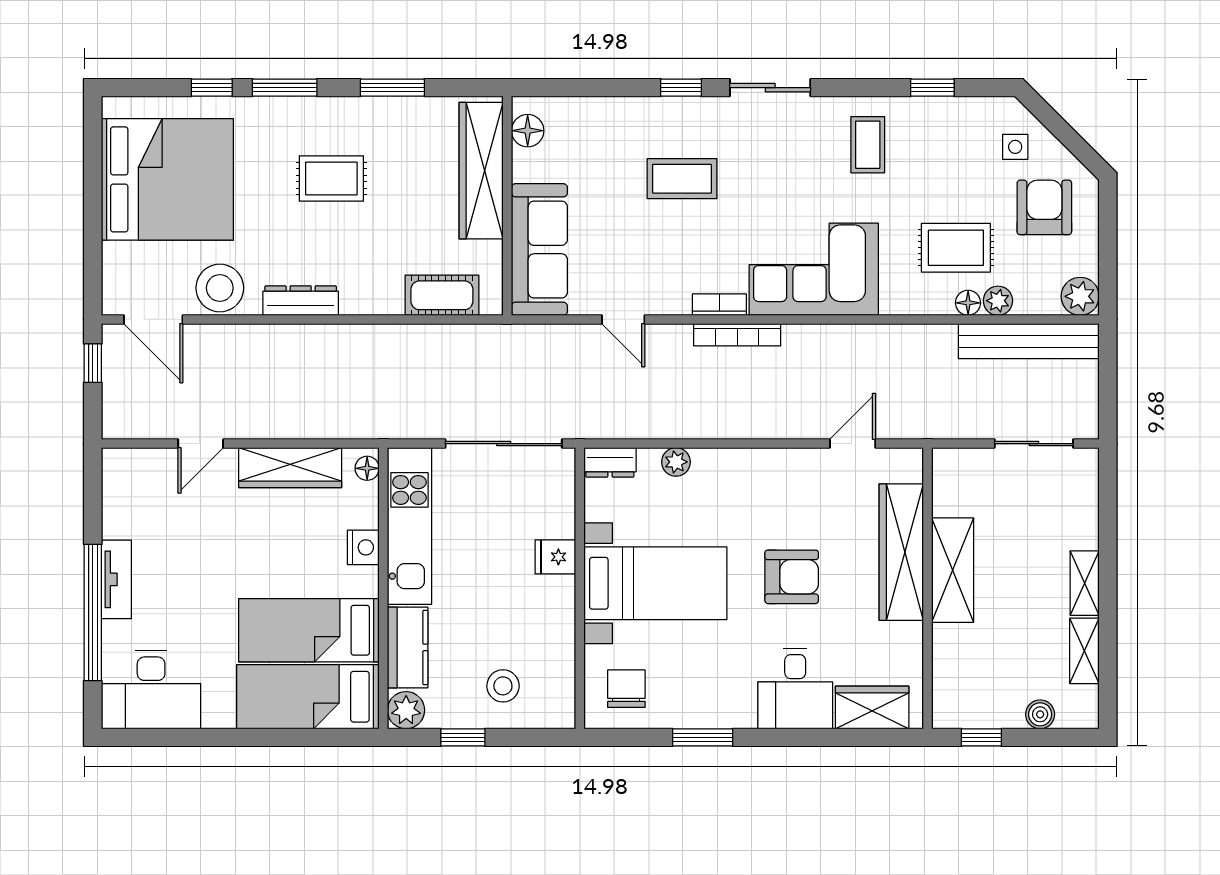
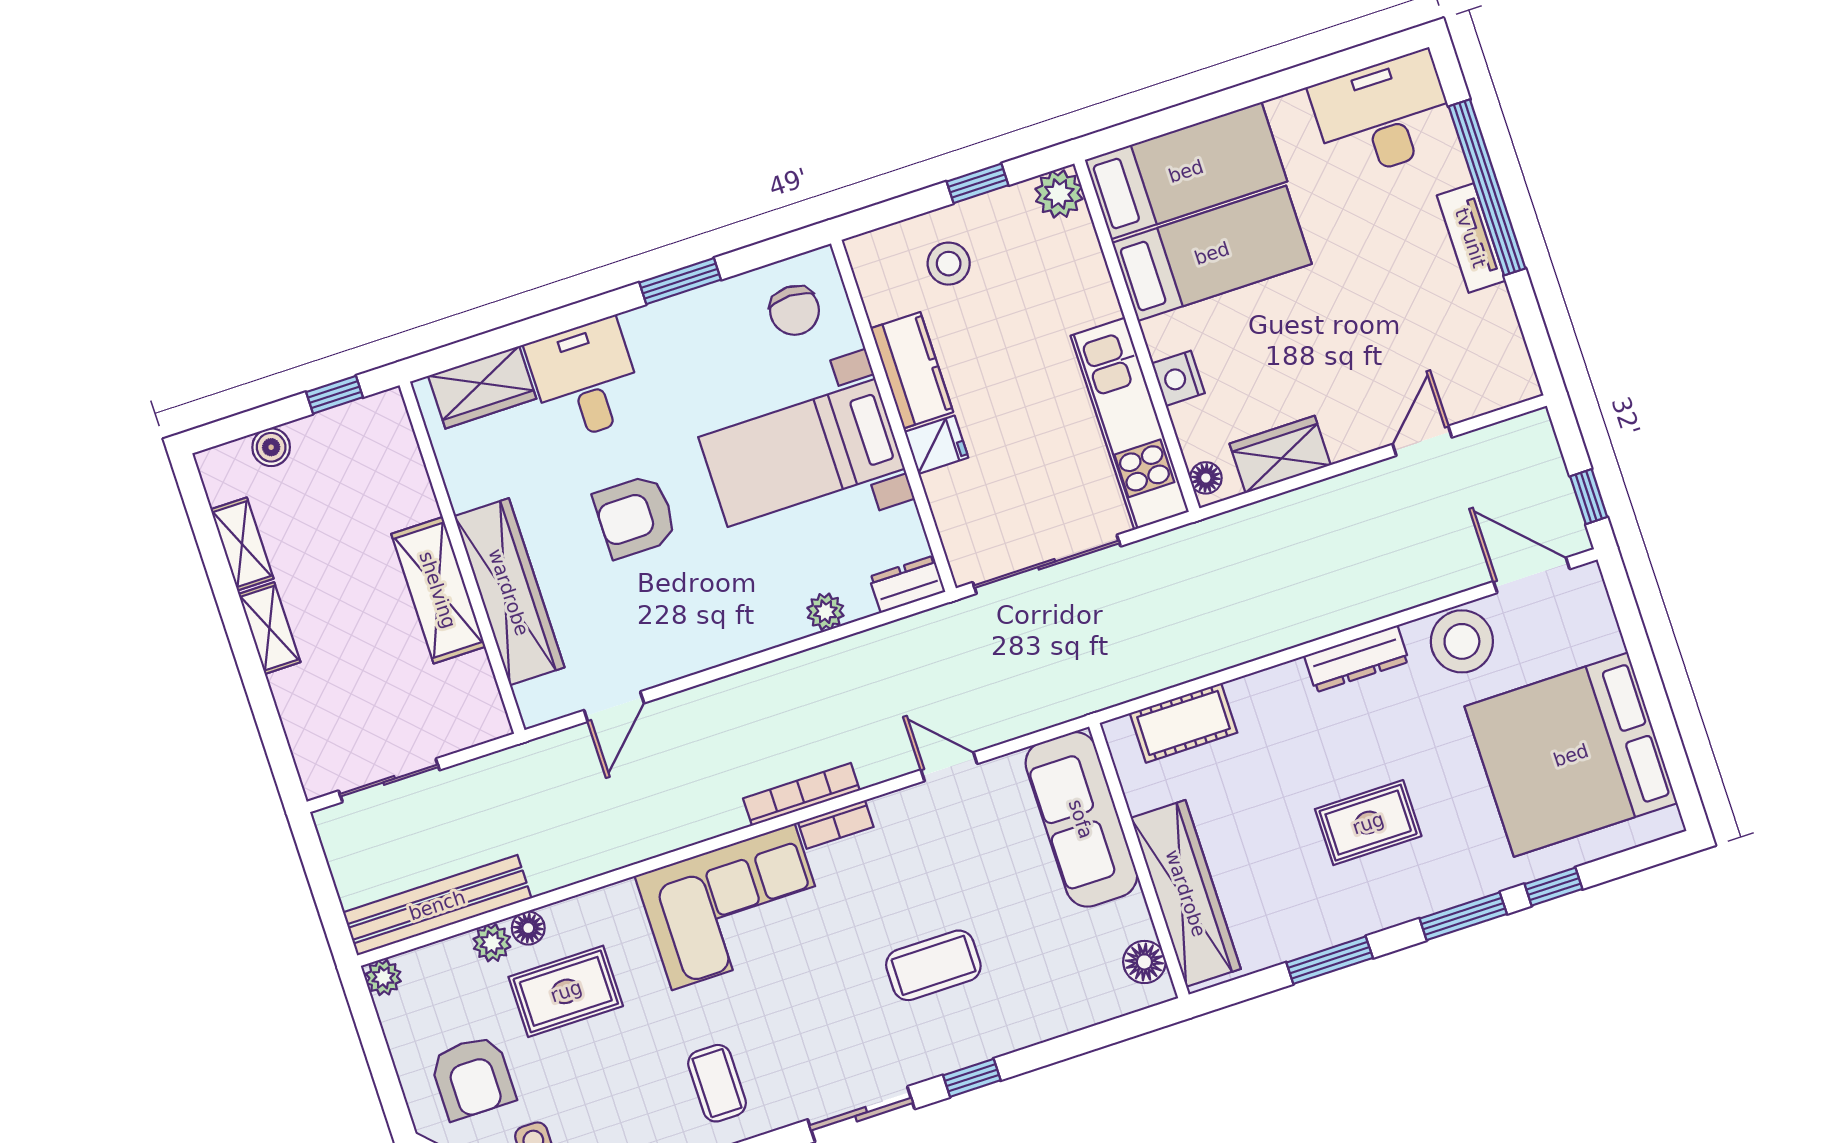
plant: (1080, 296) -> (383, 977), width x0.73, depth x0.73
wardrobe: (290, 468) -> (1280, 454), width x0.67
kitchen counter: (408, 647) -> (912, 370), moved, turned 180

